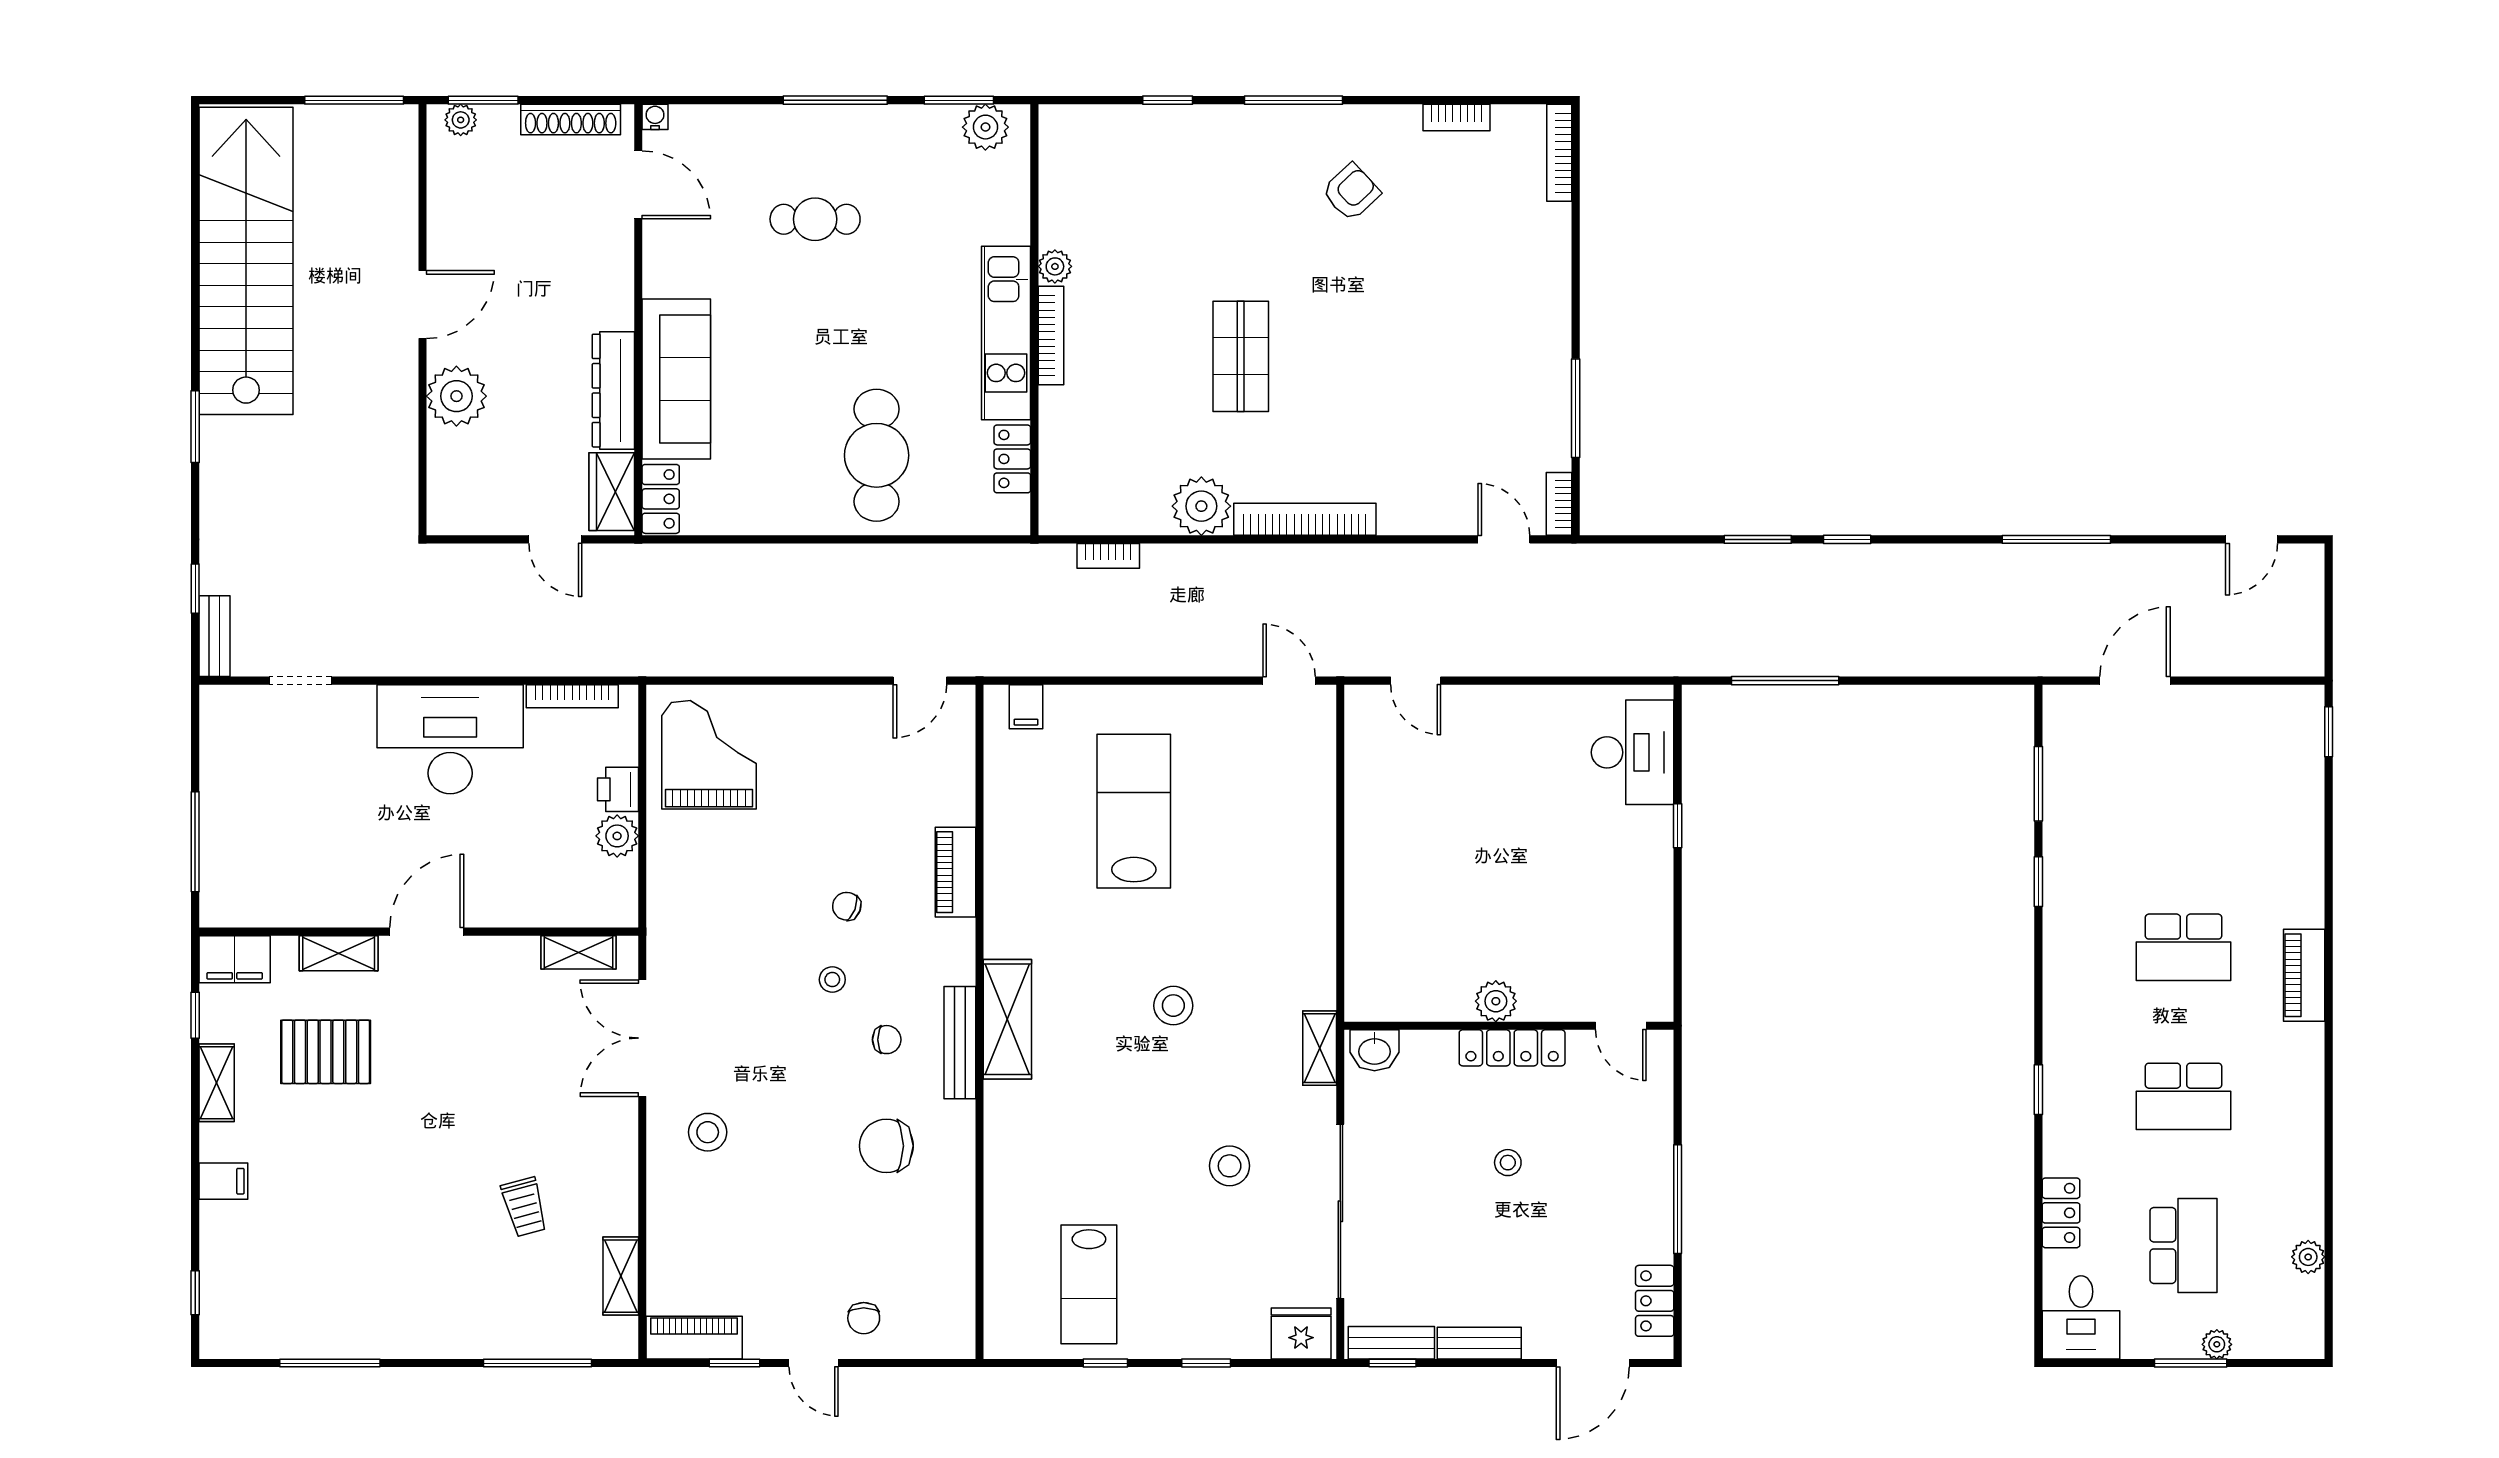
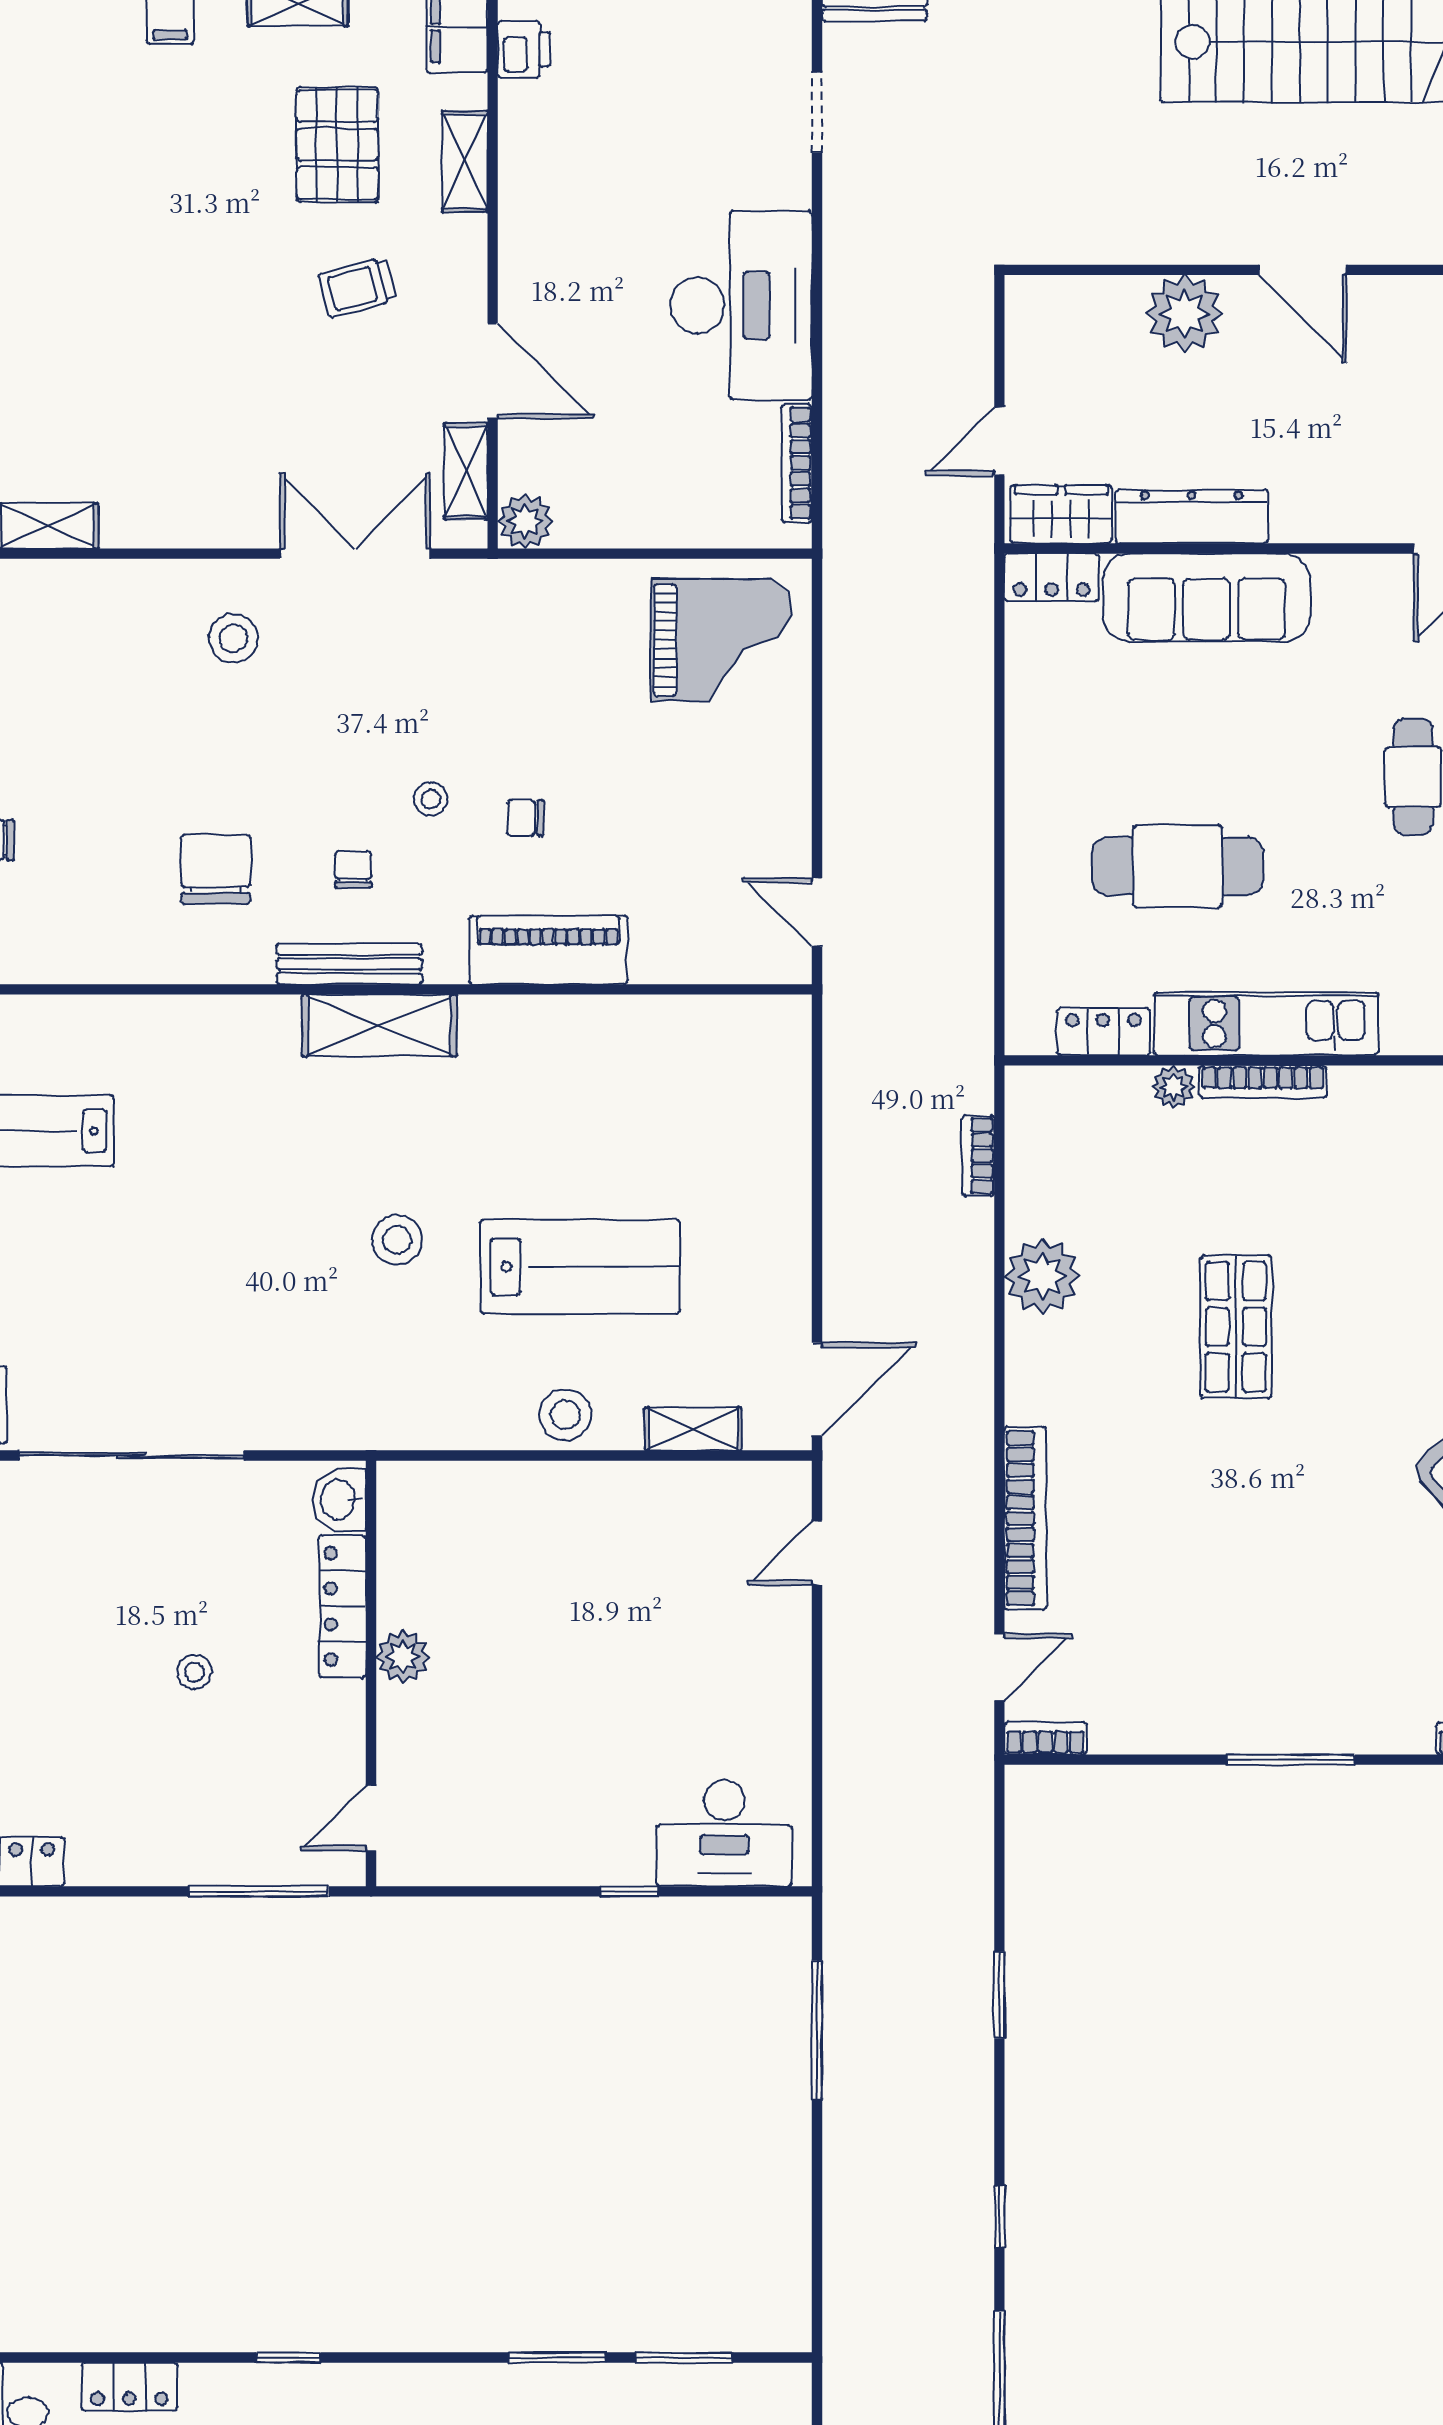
plant: (1055, 266) -> (1174, 1087), moved
shop shelf: (1241, 356) -> (1236, 1327), turned 90
window: (1576, 408) -> (1291, 1760), moved
cafe table: (877, 455) -> (1177, 866), moved
bookcase: (1305, 519) -> (1025, 1518), moved
window: (1847, 539) -> (999, 2216), moved
door: (1289, 681) -> (817, 1389), width x1.38
filing cabinet: (1026, 707) -> (783, 1050), removed
printer: (618, 789) -> (524, 49), moved, turned 90
lab bench: (1134, 811) -> (580, 1267), moved
plant: (617, 836) -> (525, 521), moved
piano: (955, 872) -> (548, 950), width x1.37, depth x1.33
window: (2038, 882) -> (557, 2358), width x1.50
chair: (847, 906) -> (525, 818), turned -111
door: (427, 932) -> (493, 371), moved
chair: (887, 1040) -> (353, 869), turned 180
shelving: (1320, 1048) -> (693, 1429), moved
locker: (1512, 1048) -> (342, 1606), moved
stool: (1230, 1166) -> (565, 1415), moved
window: (1678, 1199) -> (258, 1891), moved
trolley: (524, 1207) -> (358, 287), moved

